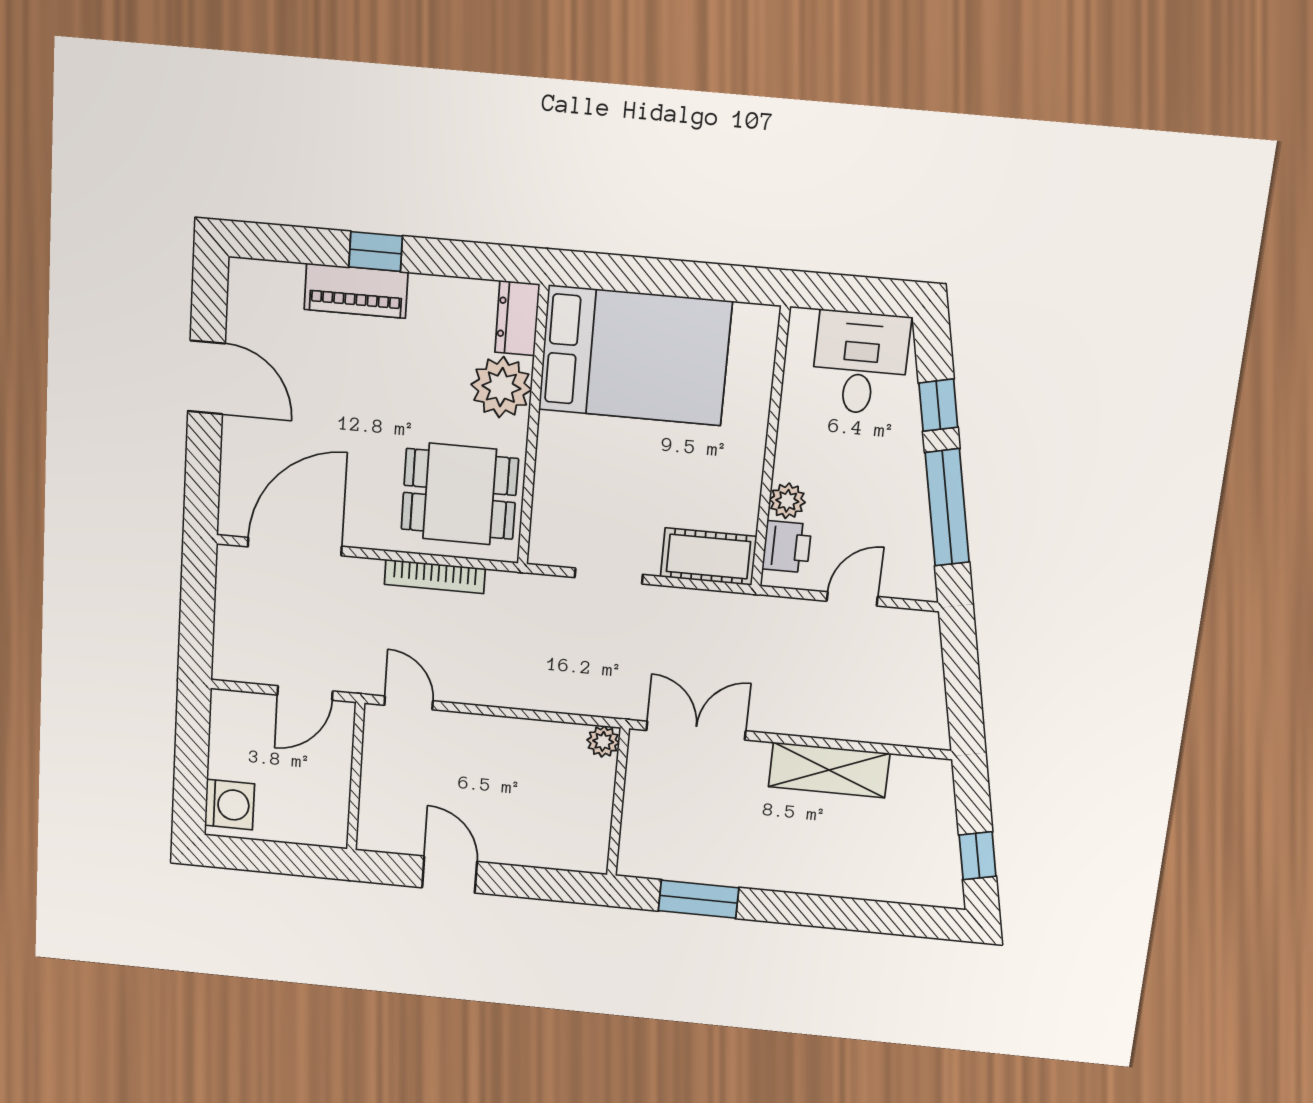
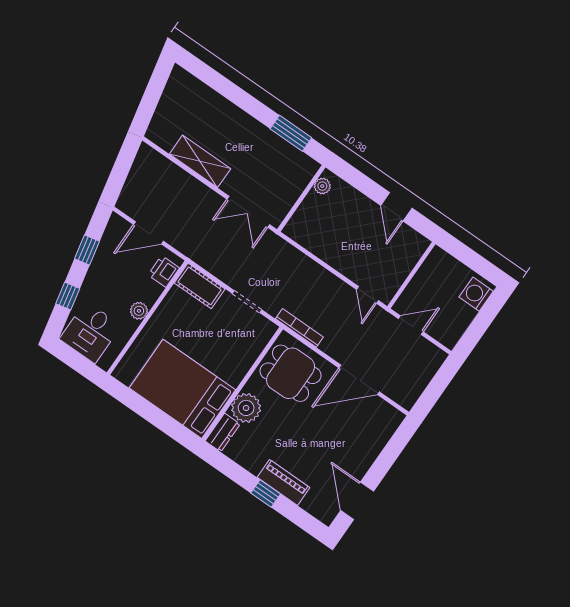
door: (206, 377) -> (357, 501), moved
plant: (787, 501) -> (139, 311), moved
window: (947, 508) -> (87, 250), width x0.46
door: (295, 547) -> (359, 380), moved
bookcase: (435, 576) -> (299, 328), moved
door: (852, 599) -> (148, 233), width x1.38
plant: (603, 741) -> (322, 186), moved
window: (978, 856) -> (156, 85), removed

